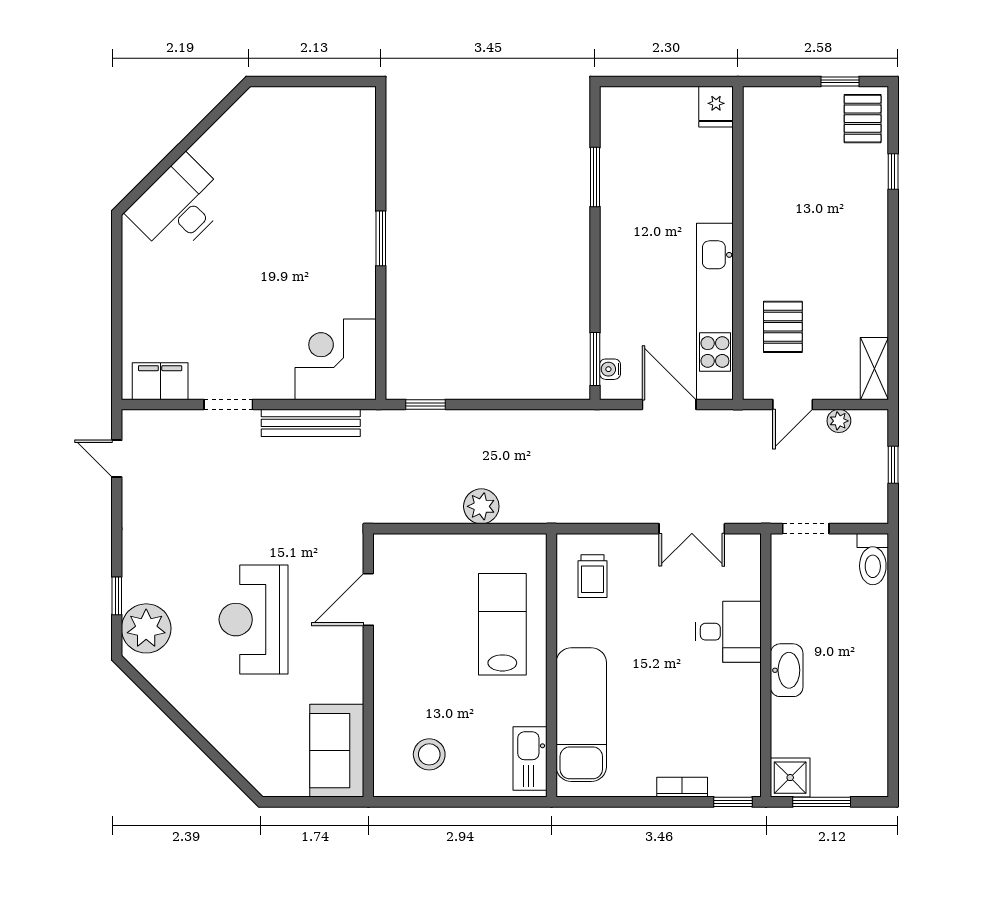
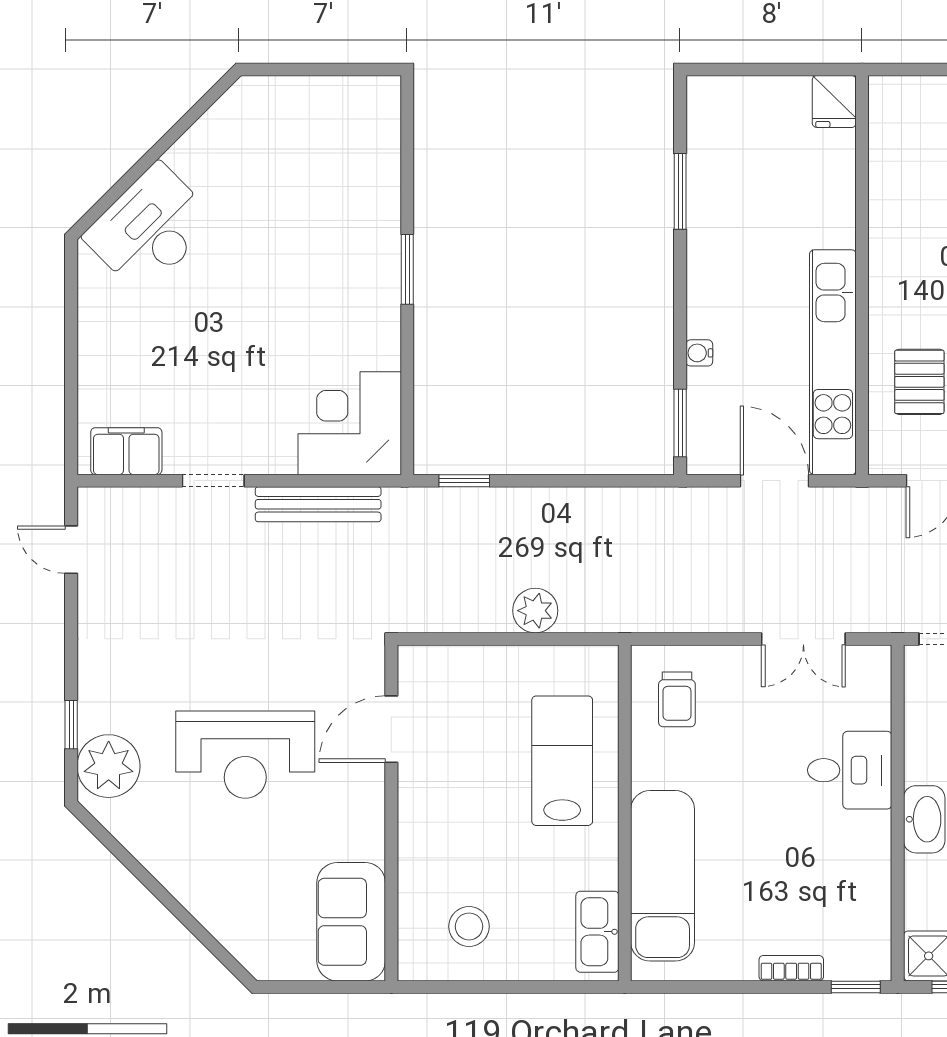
water cooler: (610, 369) -> (699, 353), moved
reception desk: (254, 620) -> (245, 755), turned -90

